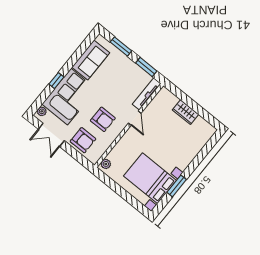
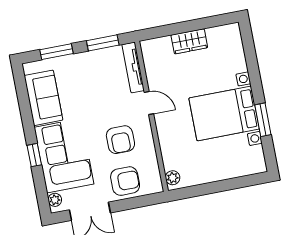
armchair: (103, 119) -> (120, 140), turned 90
bed with nightstands: (150, 178) -> (224, 113), moved

